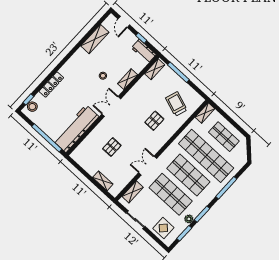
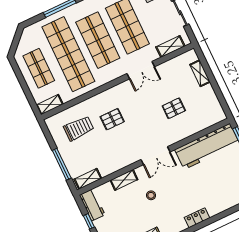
locker: (51, 85) -> (197, 218), moved, width x0.66
trolley: (176, 104) -> (79, 128), turned -109

